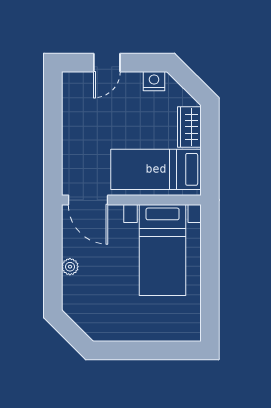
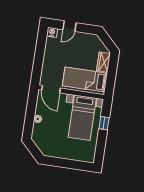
nightstand: (154, 81) -> (52, 32), moved
window: (210, 255) -> (104, 123), added

